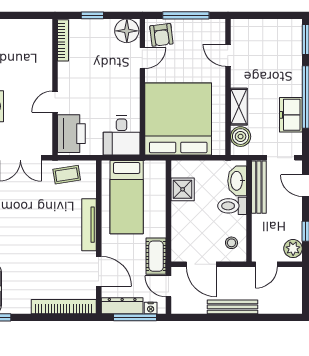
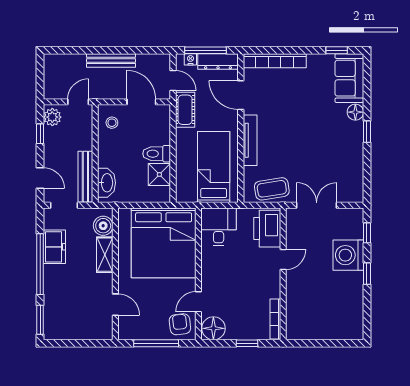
coffee table: (67, 175) -> (272, 189), width x1.36, depth x1.30
toilet: (232, 206) -> (157, 154), moved, turned 180

